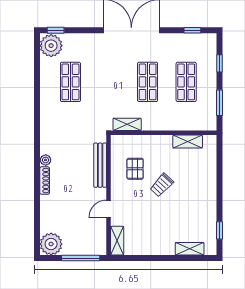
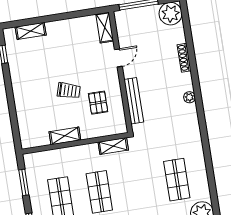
shelving: (188, 142) -> (65, 136), moved
shoe rack: (45, 181) -> (184, 58), moved
trolley: (162, 185) -> (69, 91), turned 64

